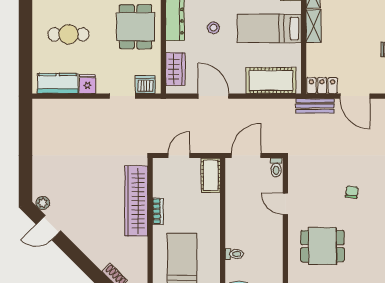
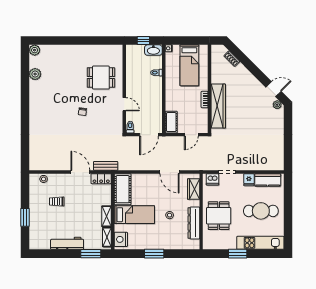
cafe table: (69, 34) -> (261, 211), width x1.37, depth x1.35
cot: (271, 80) -> (123, 189), moved, turned 90

